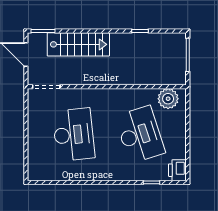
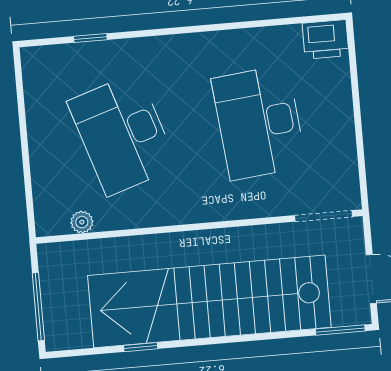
stairs: (78, 44) -> (209, 301), width x1.86, depth x1.51
plant: (168, 99) -> (82, 222), width x0.53, depth x0.53
printer: (177, 170) -> (326, 39), moved, turned 90

